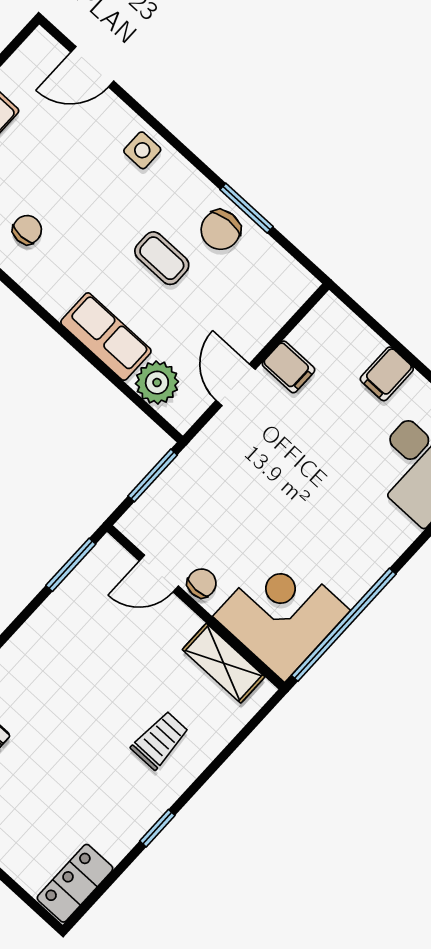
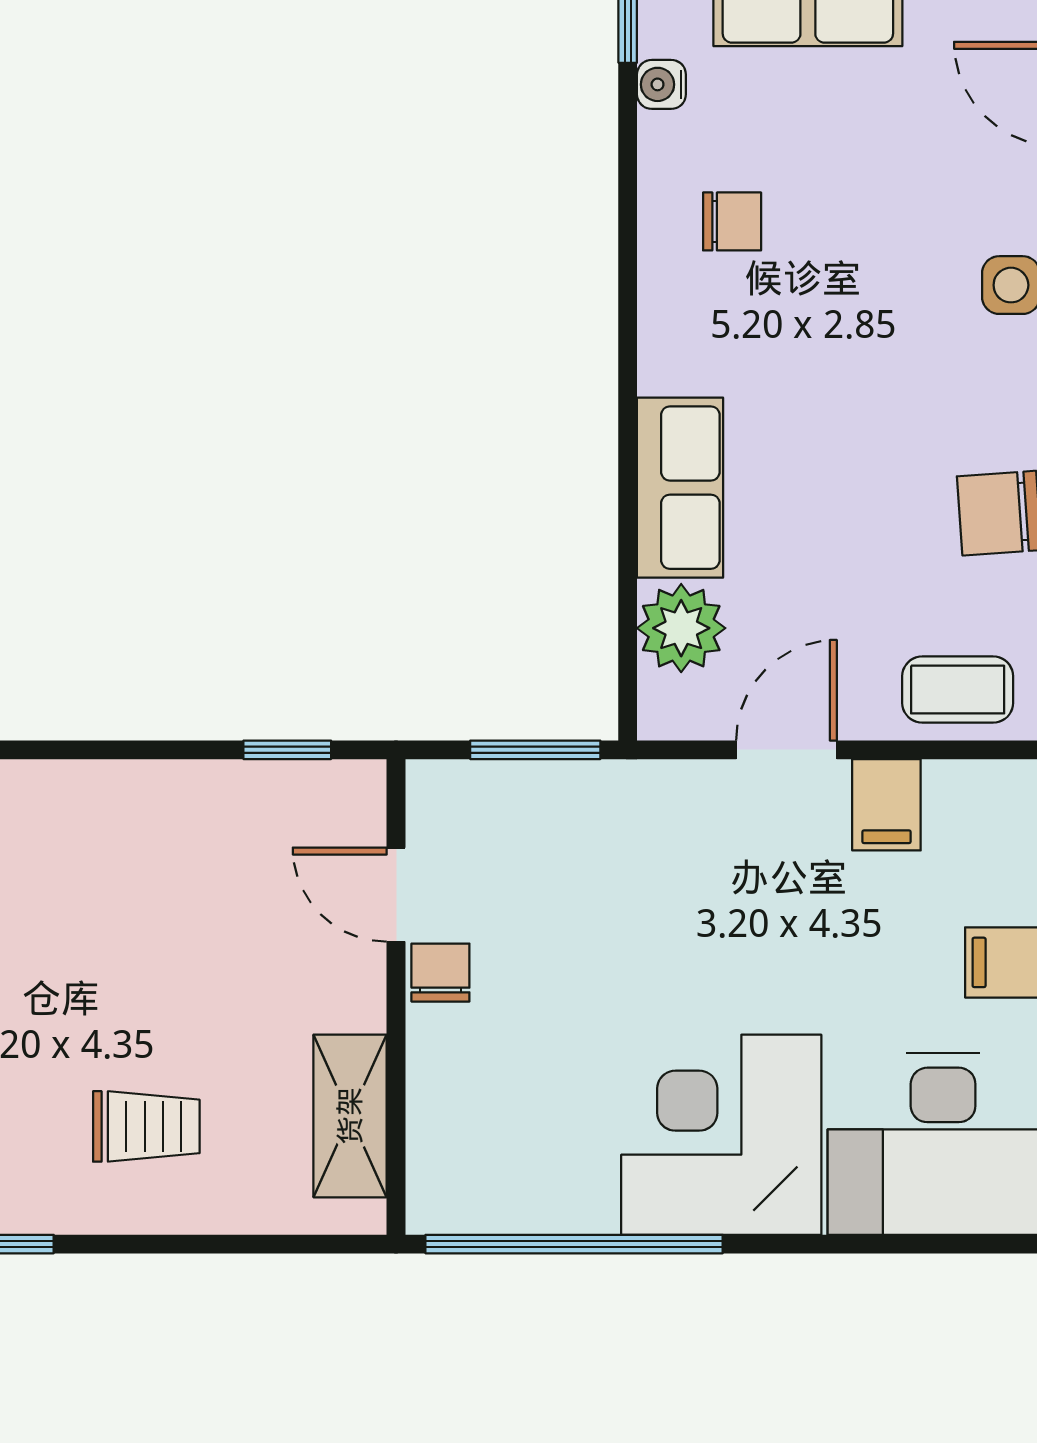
coffee table: (162, 258) -> (958, 690), moved, turned 90
window: (71, 565) -> (287, 750), width x0.67
chair: (202, 583) -> (440, 973), turned -90
corner desk: (282, 613) -> (721, 1135), moved, turned -90

